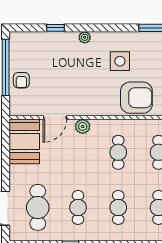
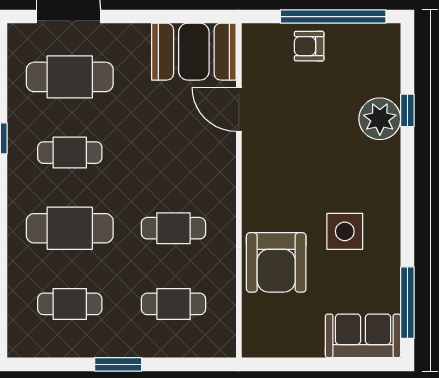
plant: (85, 37) -> (380, 119), moved, width x1.87, depth x1.87
plant: (83, 126) -> (222, 161), removed
cafe table: (118, 207) -> (70, 228), width x1.37, depth x1.35

